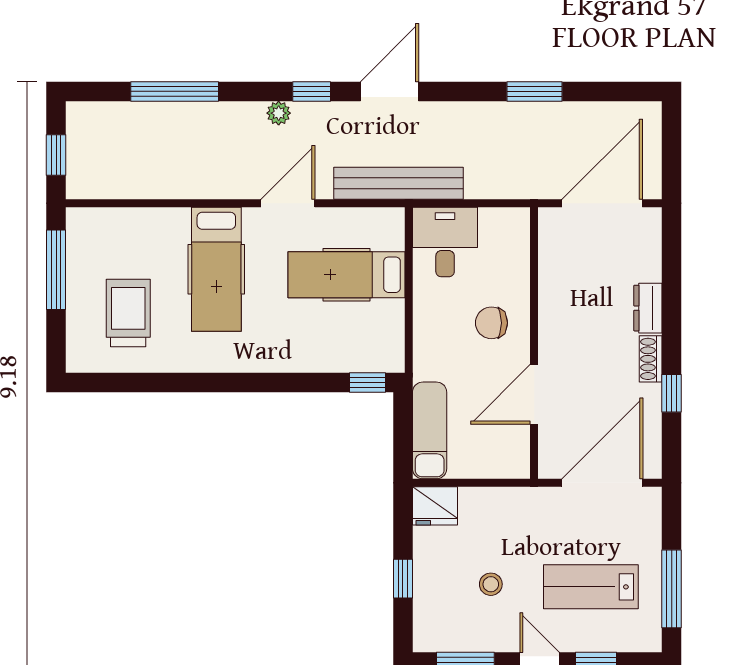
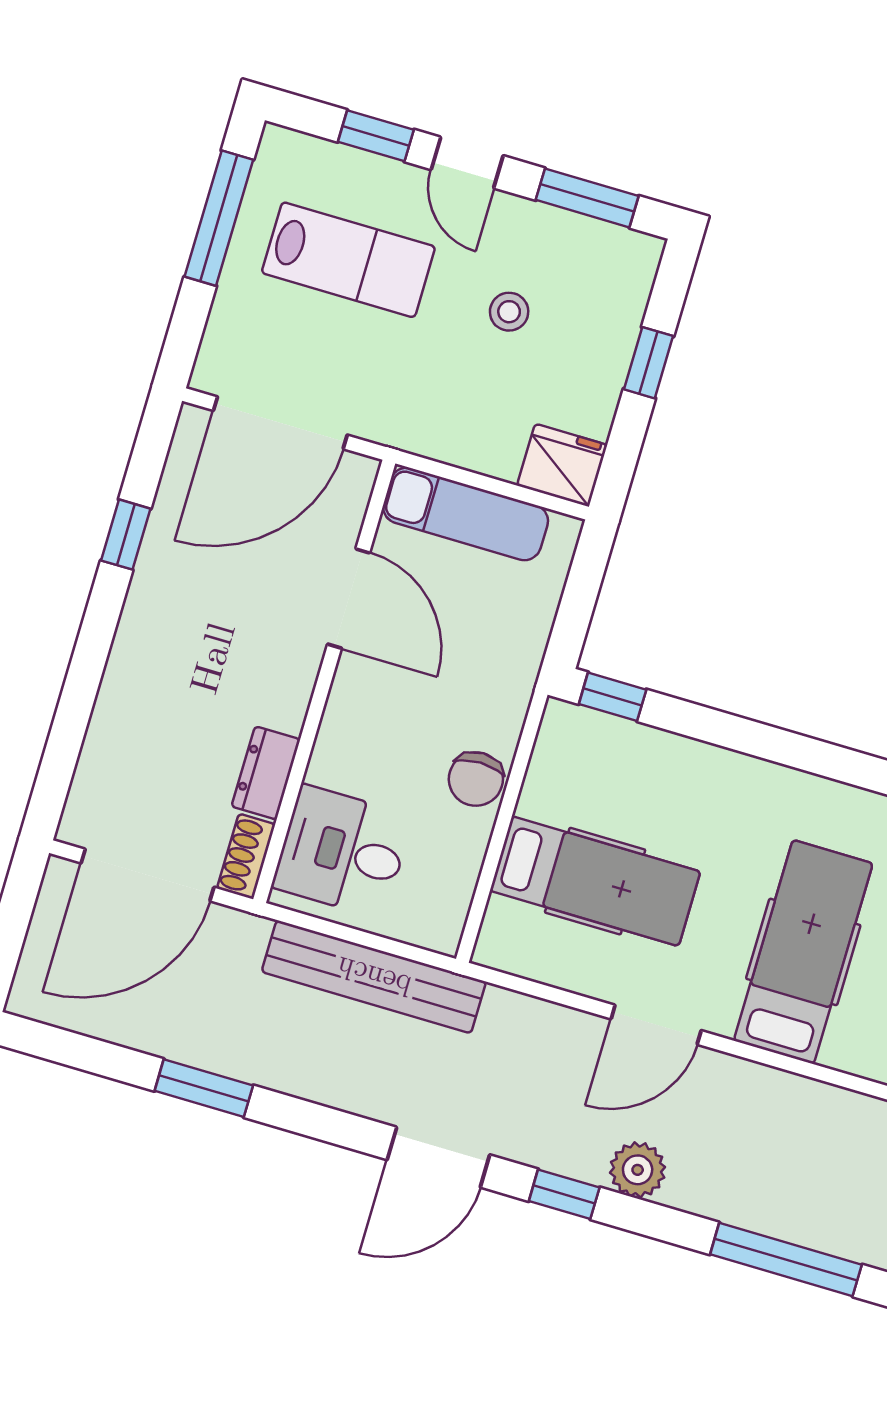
plant: (279, 113) -> (638, 1170), width x1.38, depth x1.38
bench: (399, 183) -> (374, 977), moved
desk: (445, 242) -> (342, 852), moved, turned 90
dresser: (648, 308) -> (266, 773), moved, turned 180
chair: (491, 323) -> (476, 779), moved, turned 90
shoe rack: (651, 359) -> (246, 856), moved, turned 180
door: (534, 394) -> (349, 598), hinge flipped
exam couch: (430, 430) -> (466, 514), moved, turned -90

